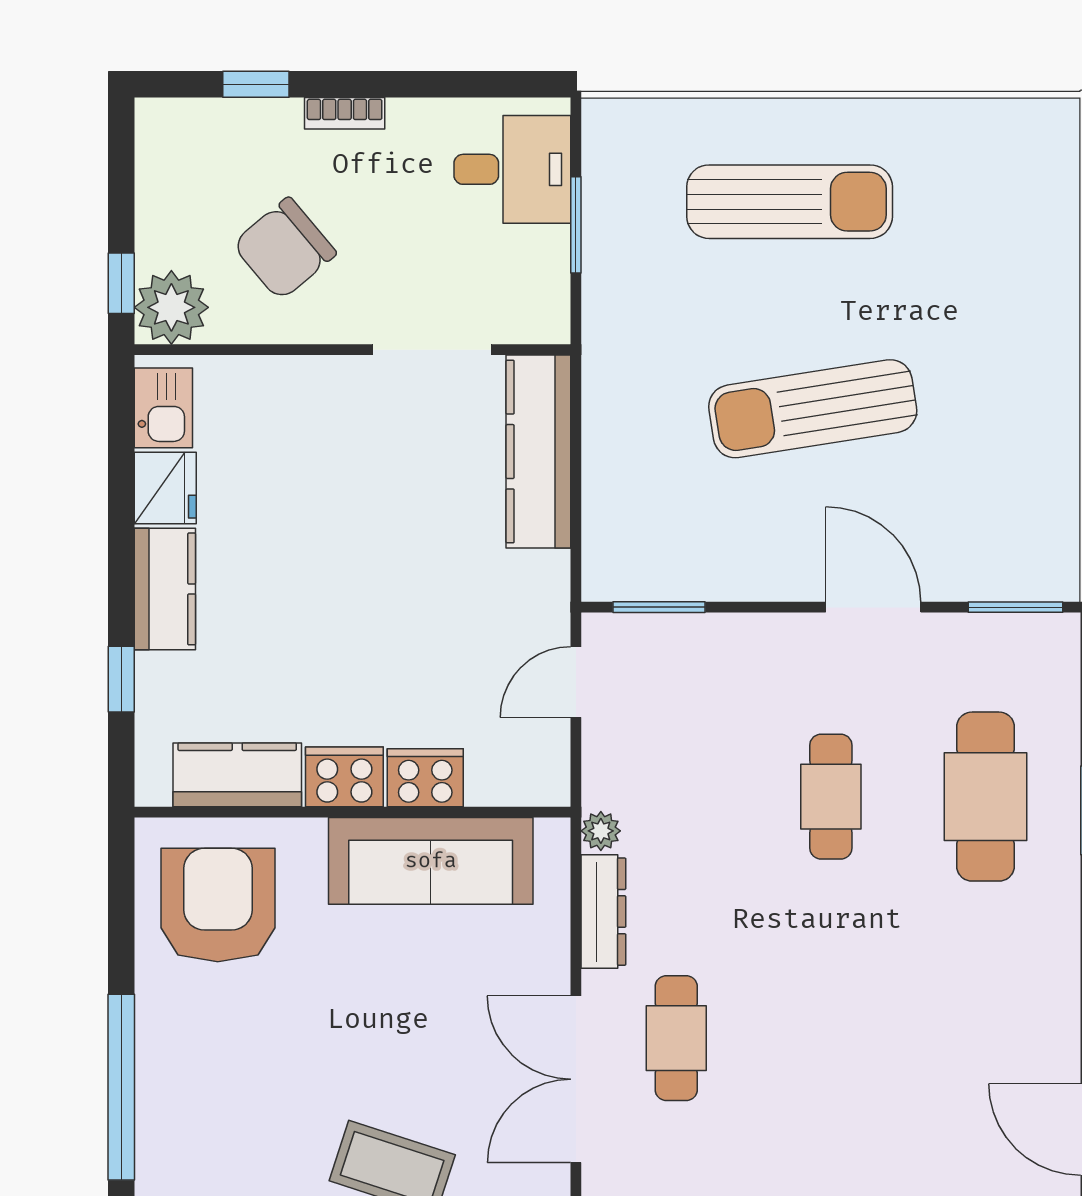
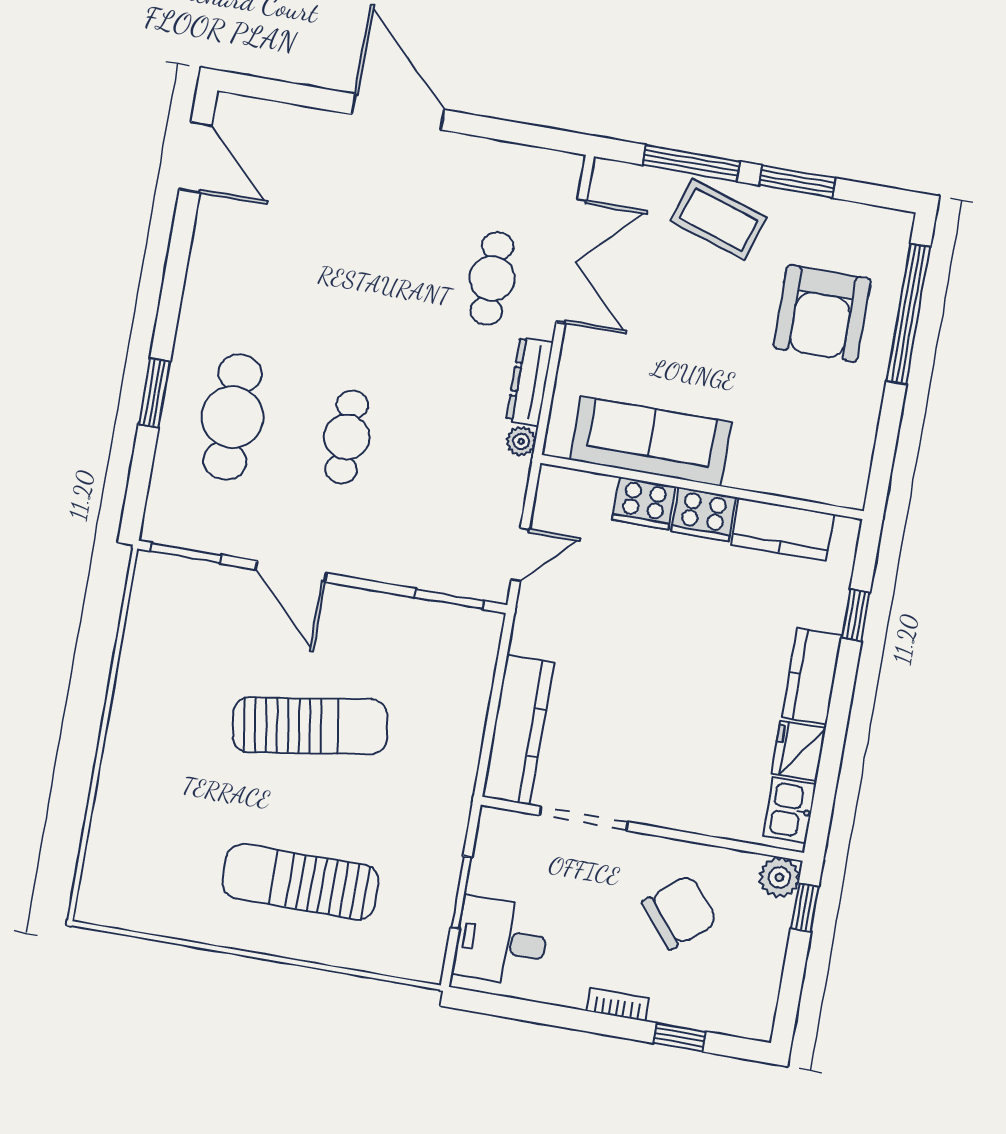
plant: (171, 307) -> (779, 877), width x0.73, depth x0.73
armchair: (218, 905) -> (822, 313), moved

